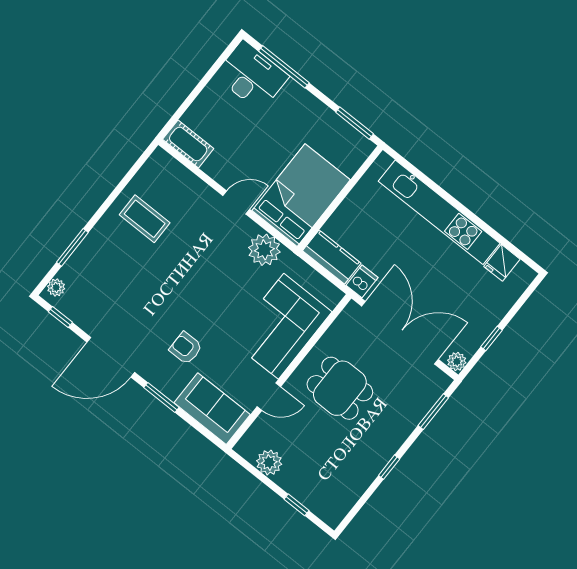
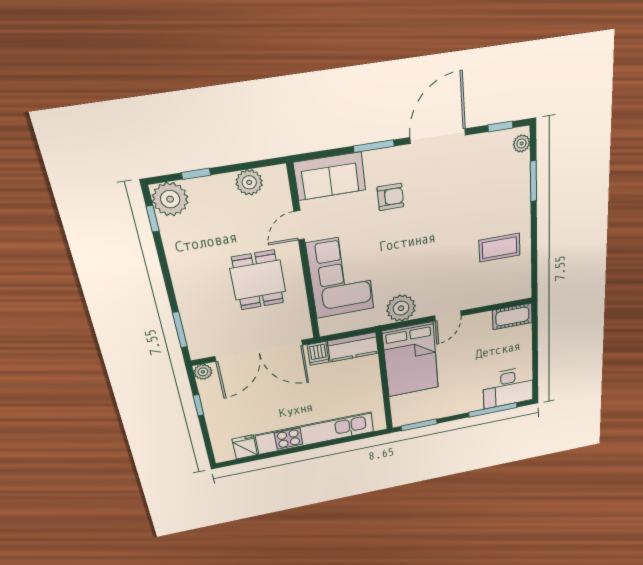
dining table: (340, 388) -> (258, 280), turned 90
window: (389, 467) -> (153, 219), moved
plant: (332, 507) -> (170, 199), added

